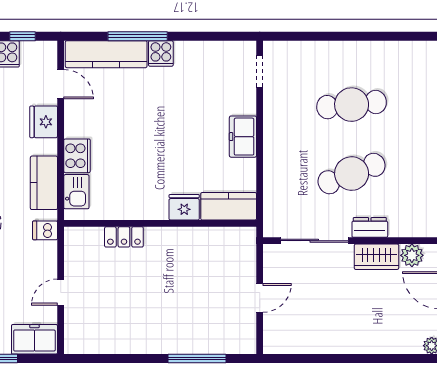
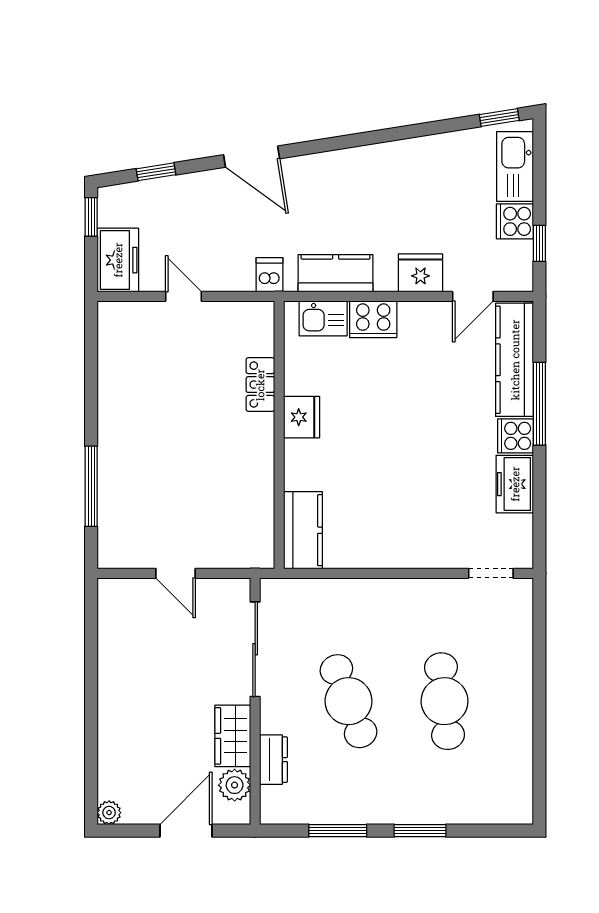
freezer: (243, 137) -> (515, 484), moved, turned -90
fridge: (184, 207) -> (302, 417), moved
dresser: (370, 227) -> (273, 760), moved

